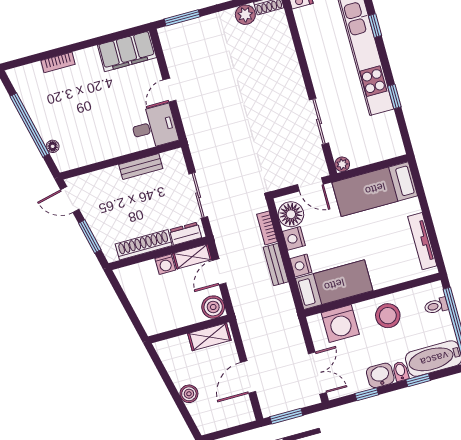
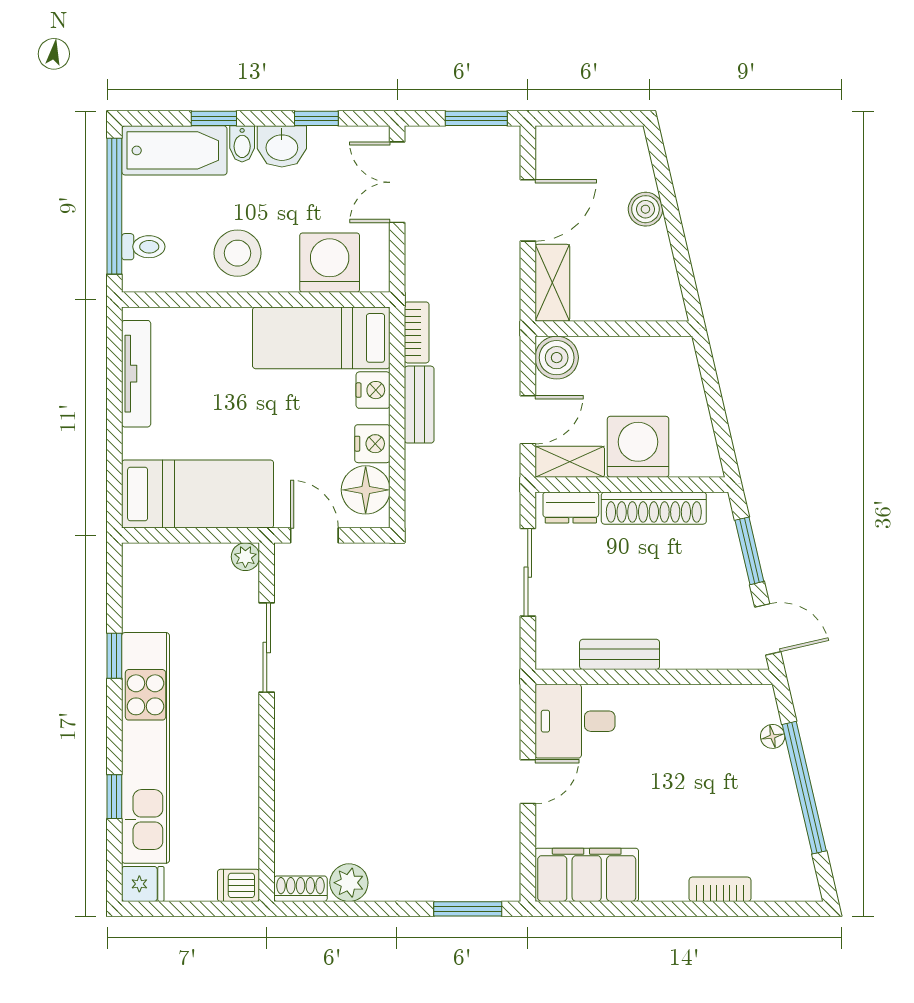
bookcase: (267, 228) -> (417, 332), moved
washing machine: (165, 264) -> (638, 447), width x1.89, depth x1.89
shelving: (209, 337) -> (552, 283), moved, turned 90

